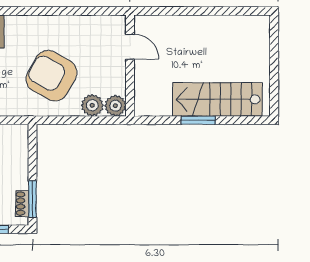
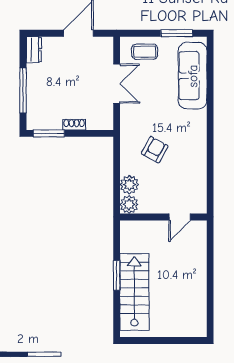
armchair: (51, 76) -> (155, 150), width x0.53, depth x0.53
shoe rack: (22, 204) -> (74, 125), moved

